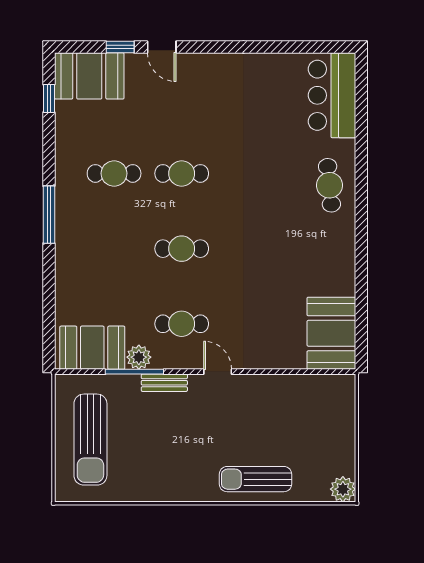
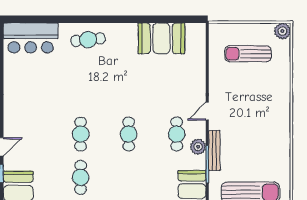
booth: (331, 333) -> (161, 38), moved
plant: (139, 357) -> (198, 147), moved
bench: (164, 383) -> (214, 151), width x1.36
sun lounger: (256, 479) -> (248, 54), moved, turned 90

